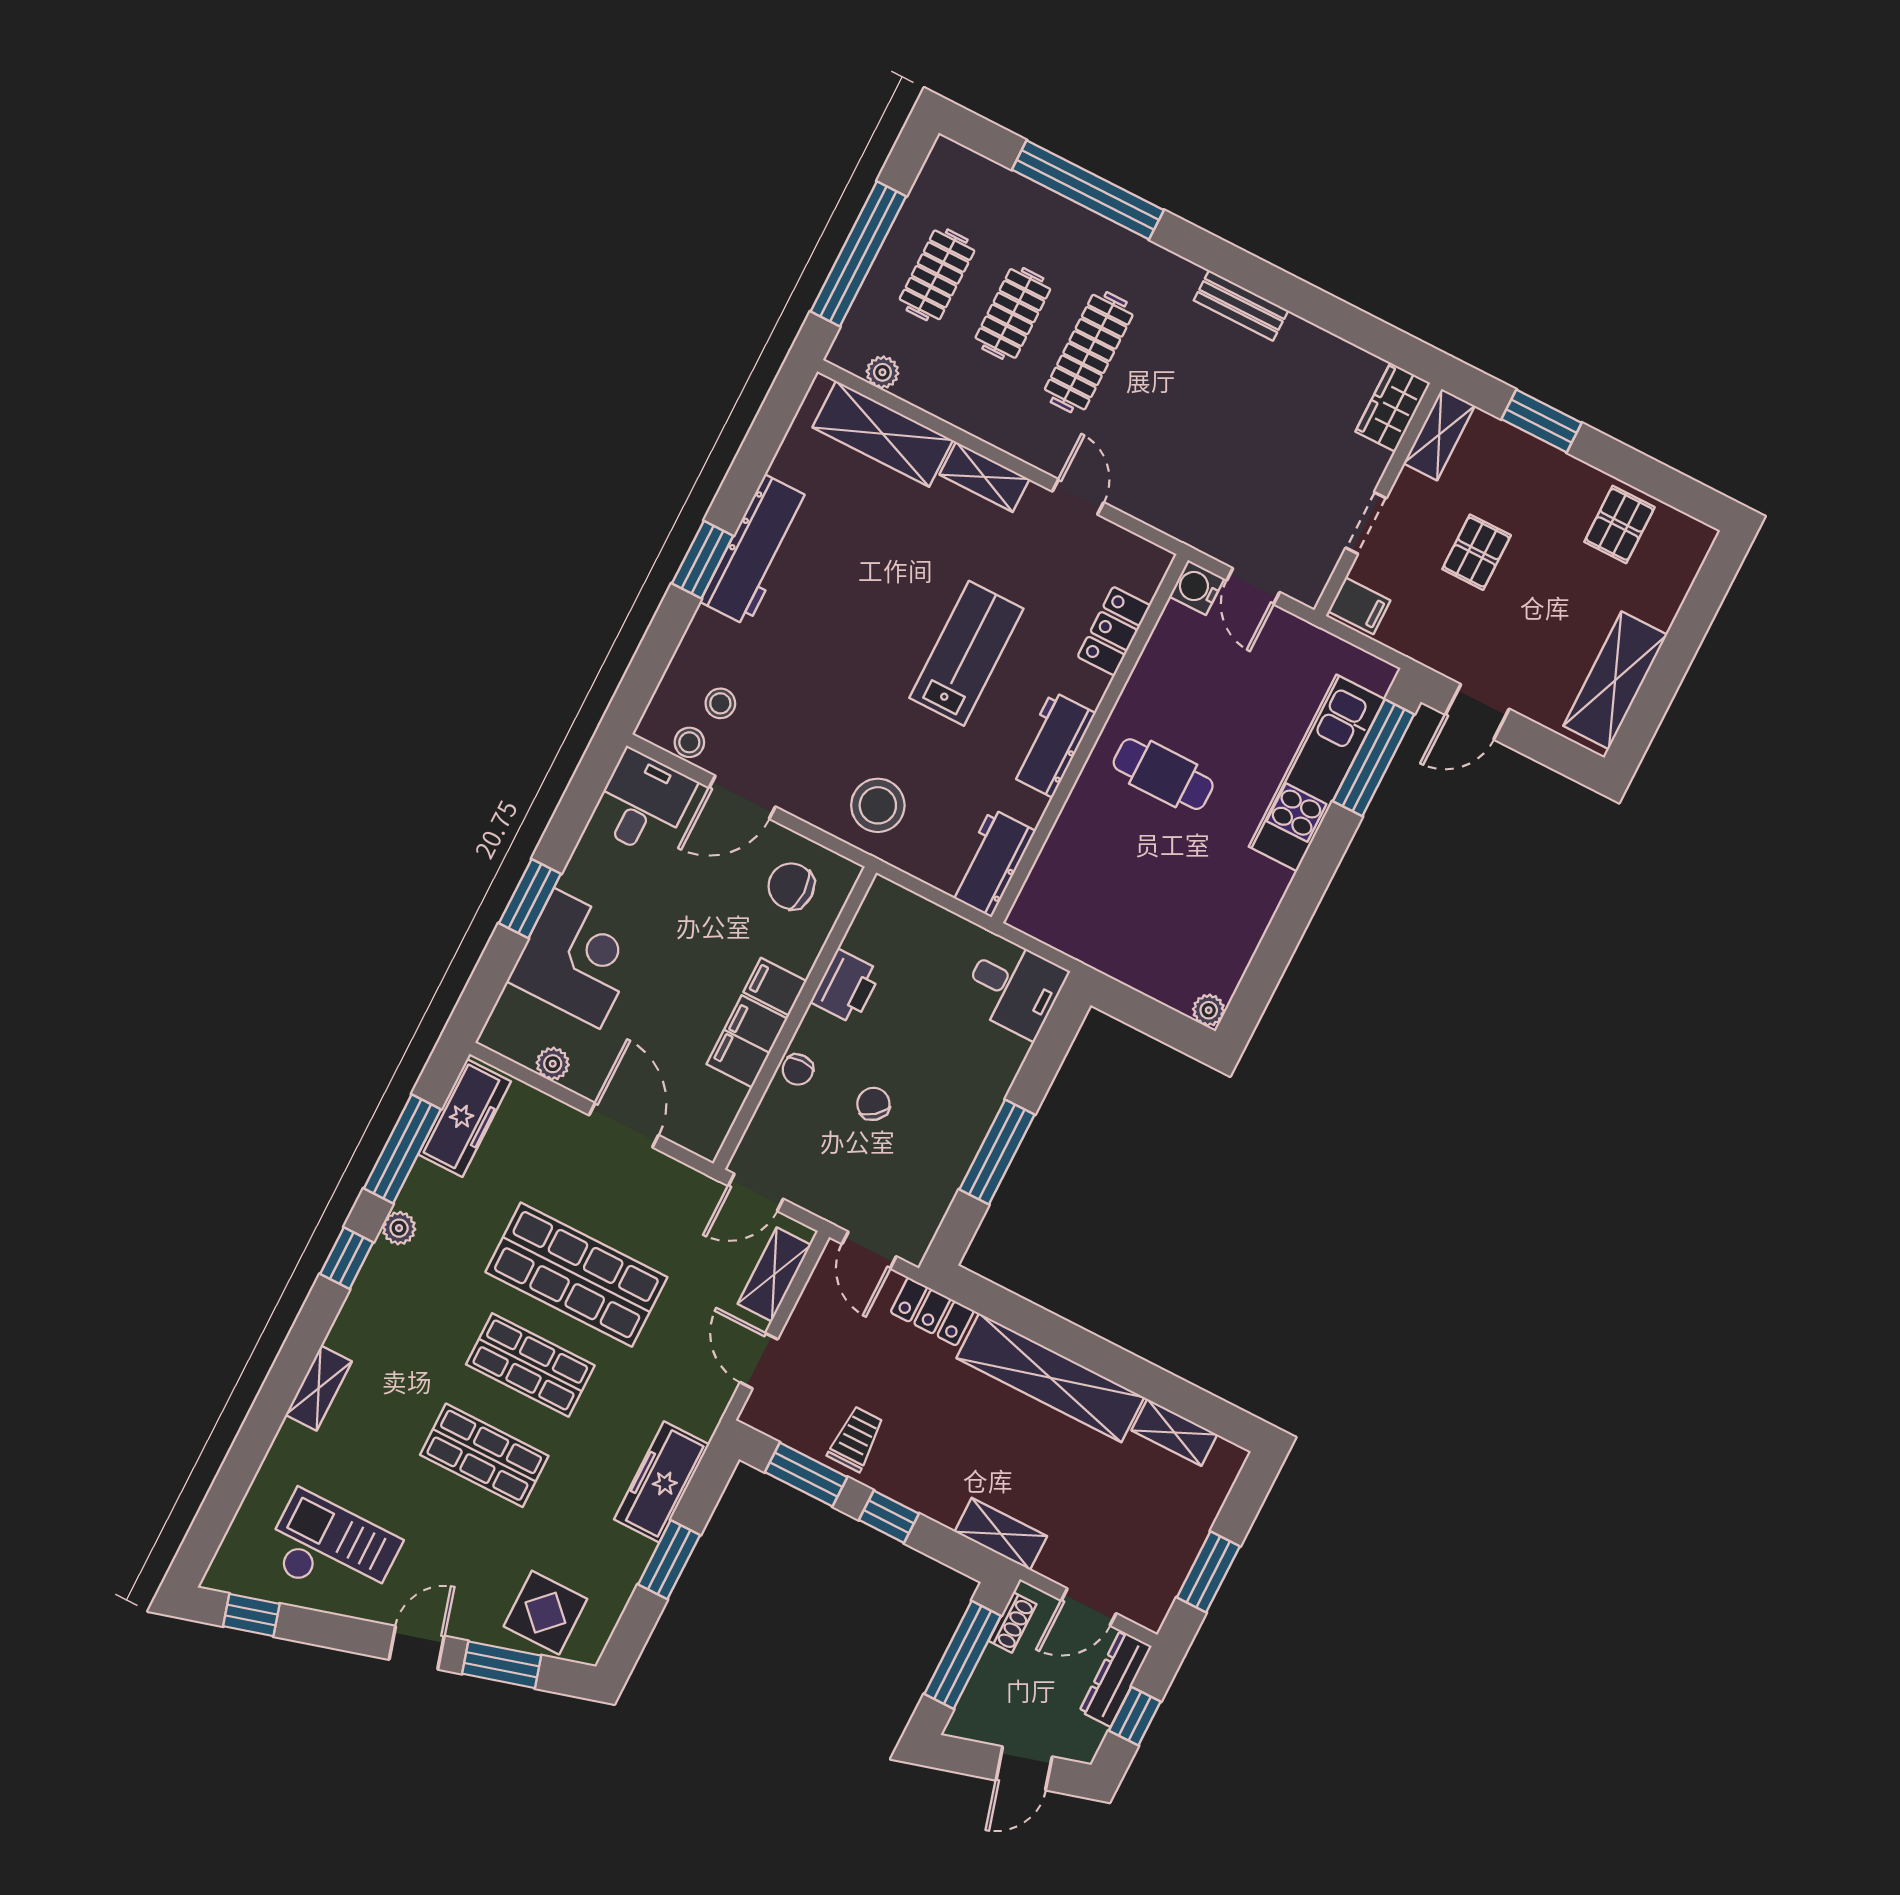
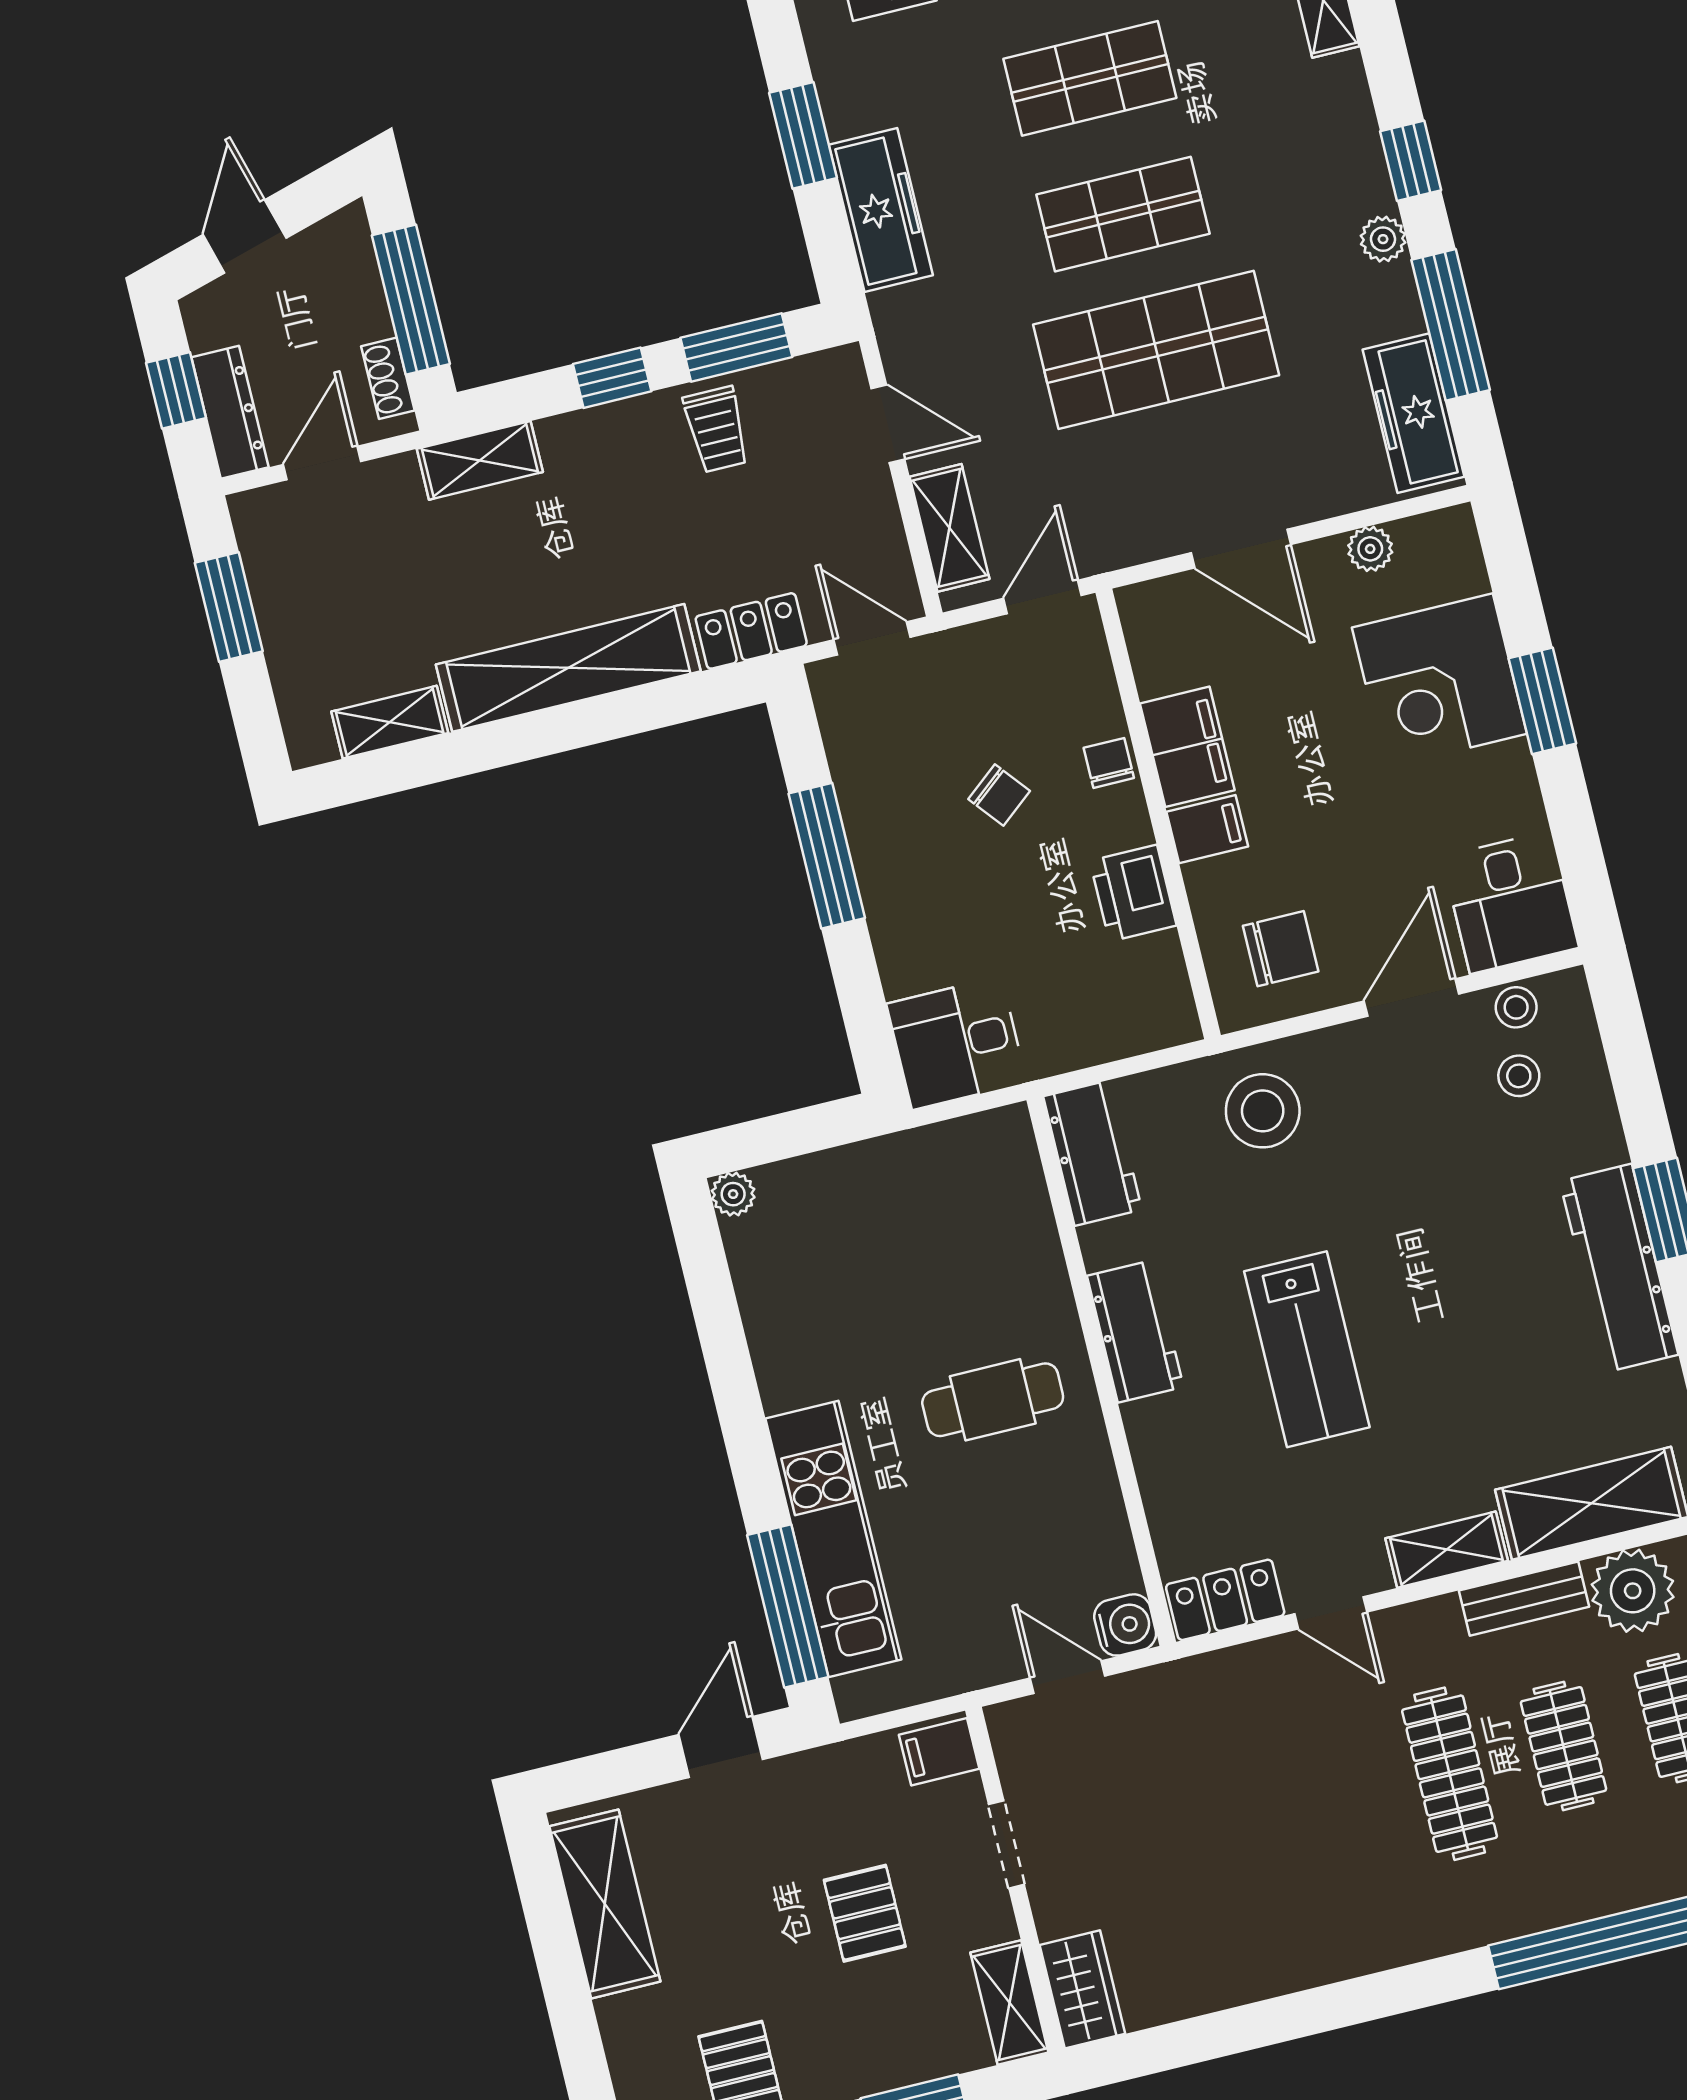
bench: (1241, 306) -> (1524, 1599), moved
plant: (882, 372) -> (1633, 1591), width x1.88, depth x1.88
locker: (1114, 631) -> (1225, 1600), moved, turned -90

